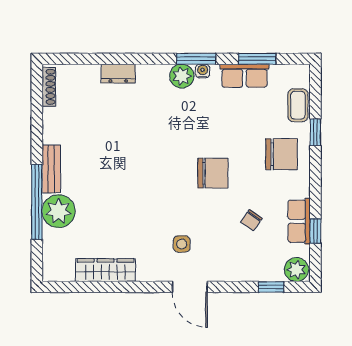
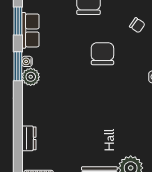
dresser: (118, 74) -> (29, 138), moved

